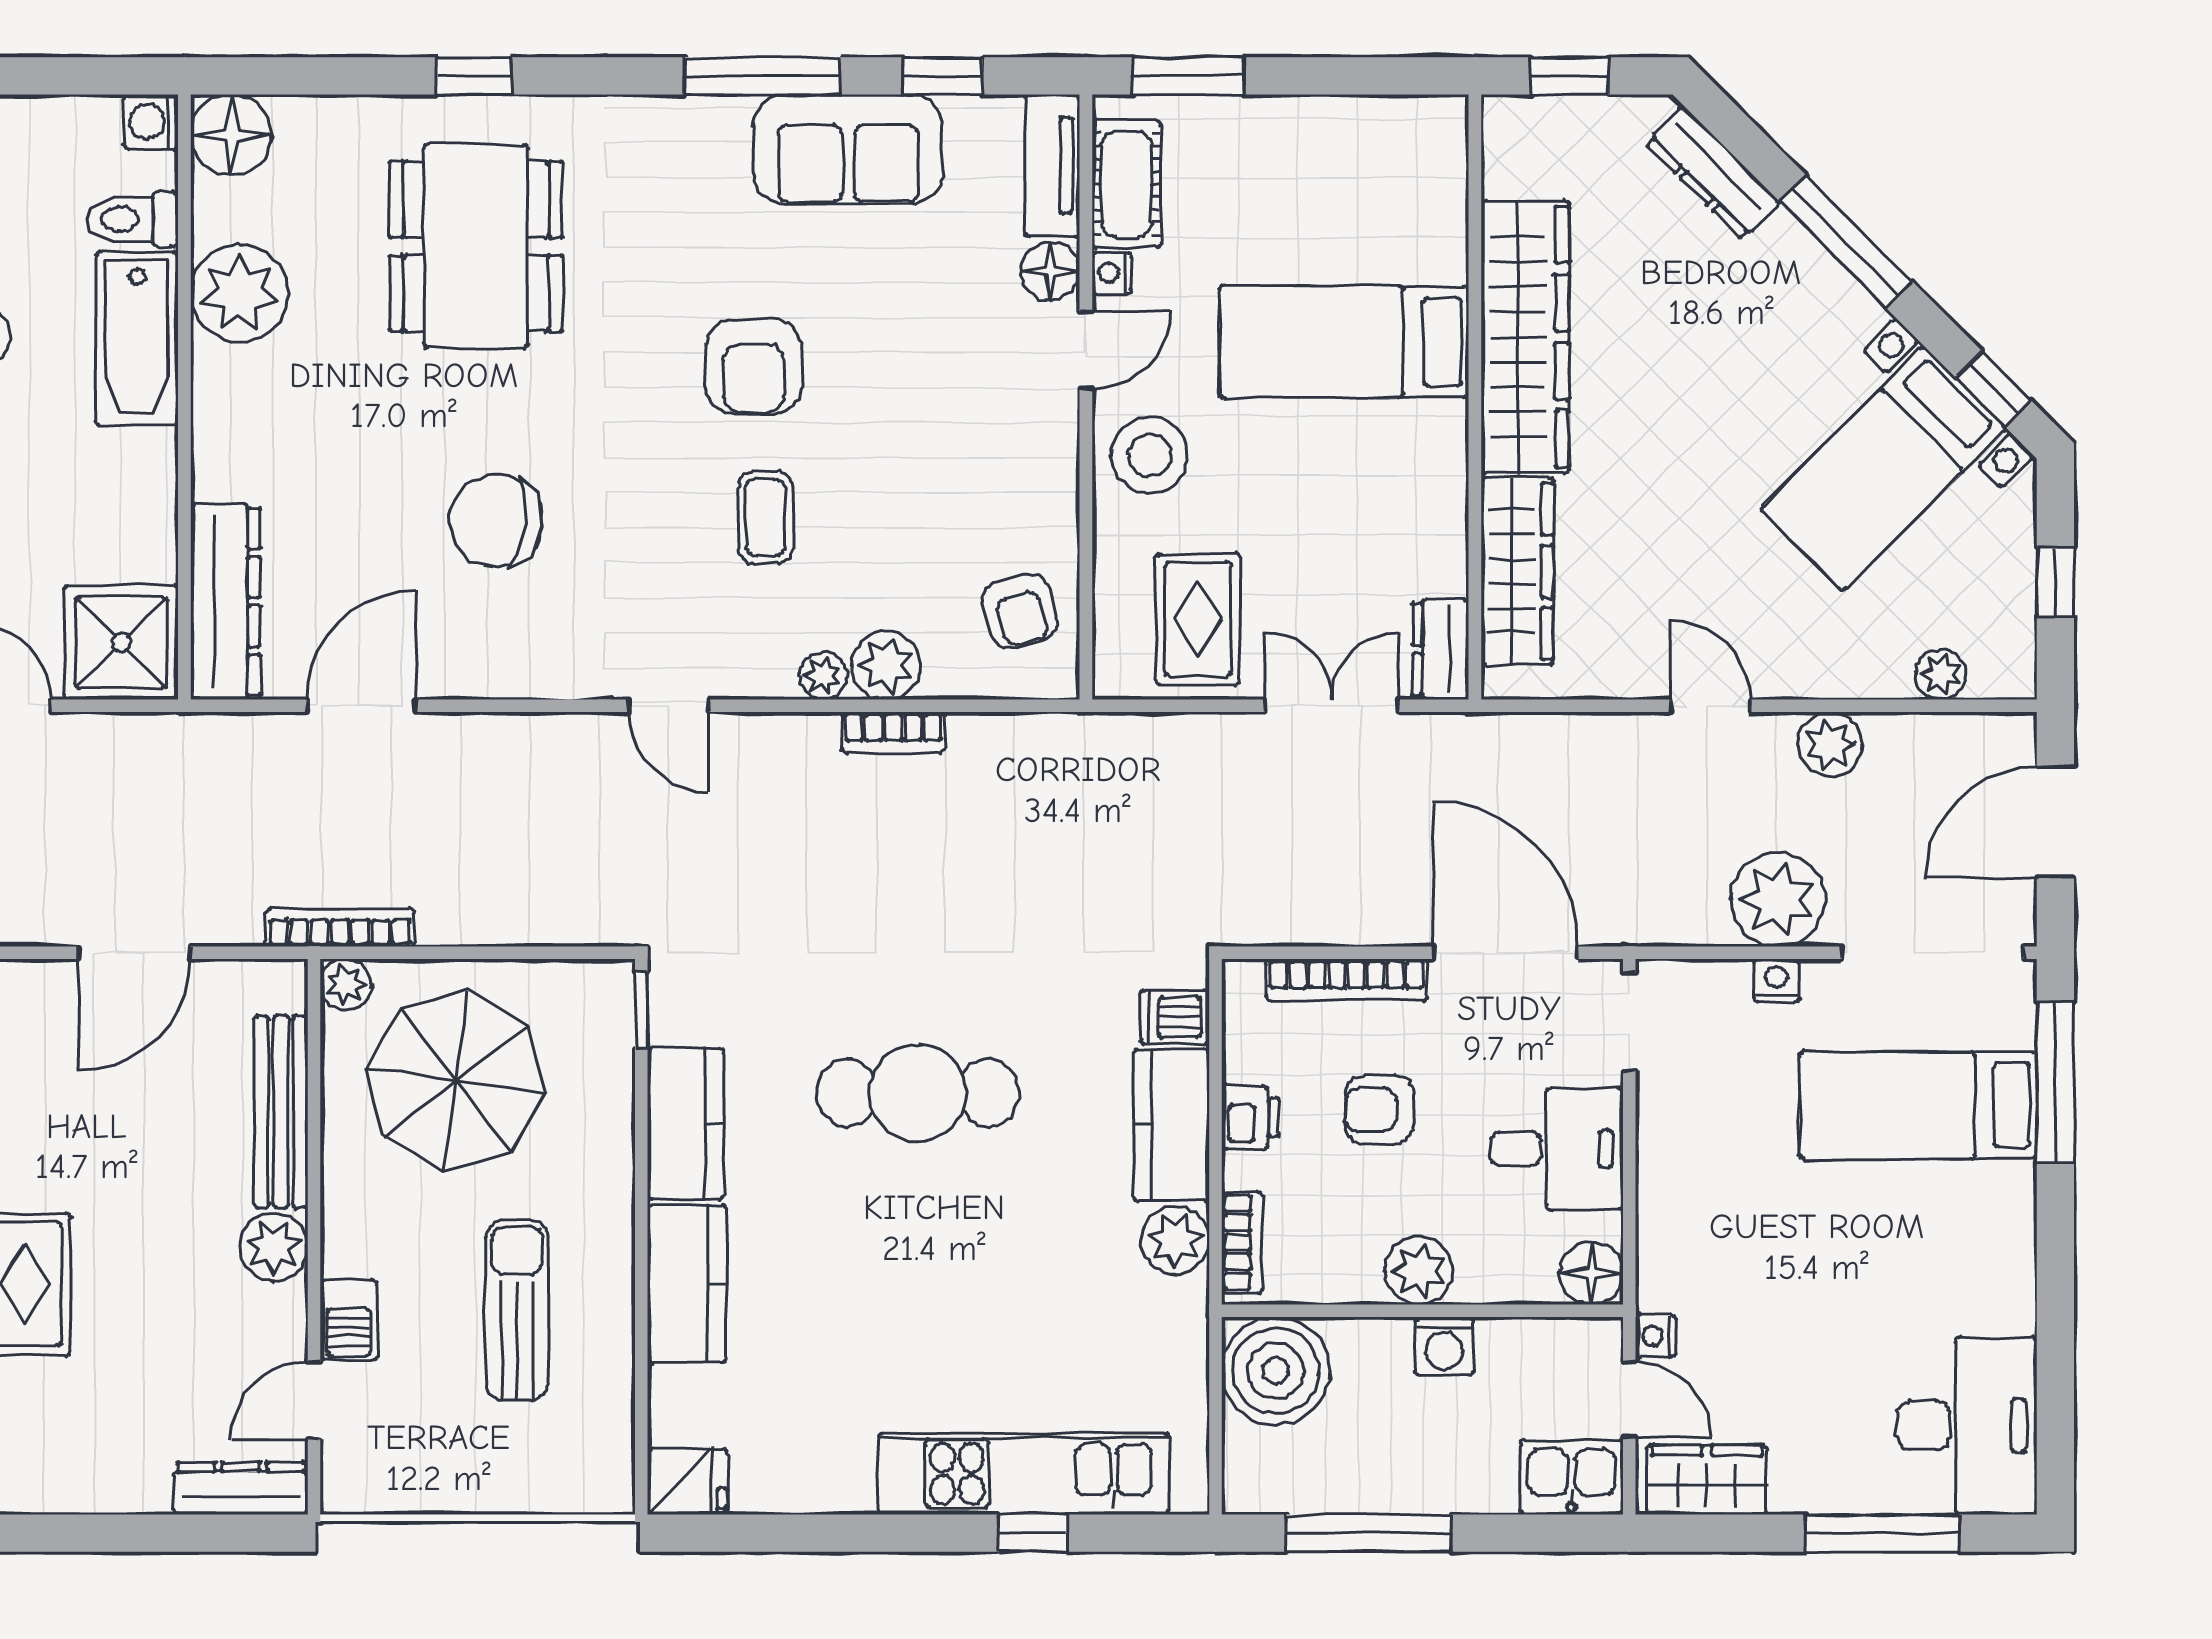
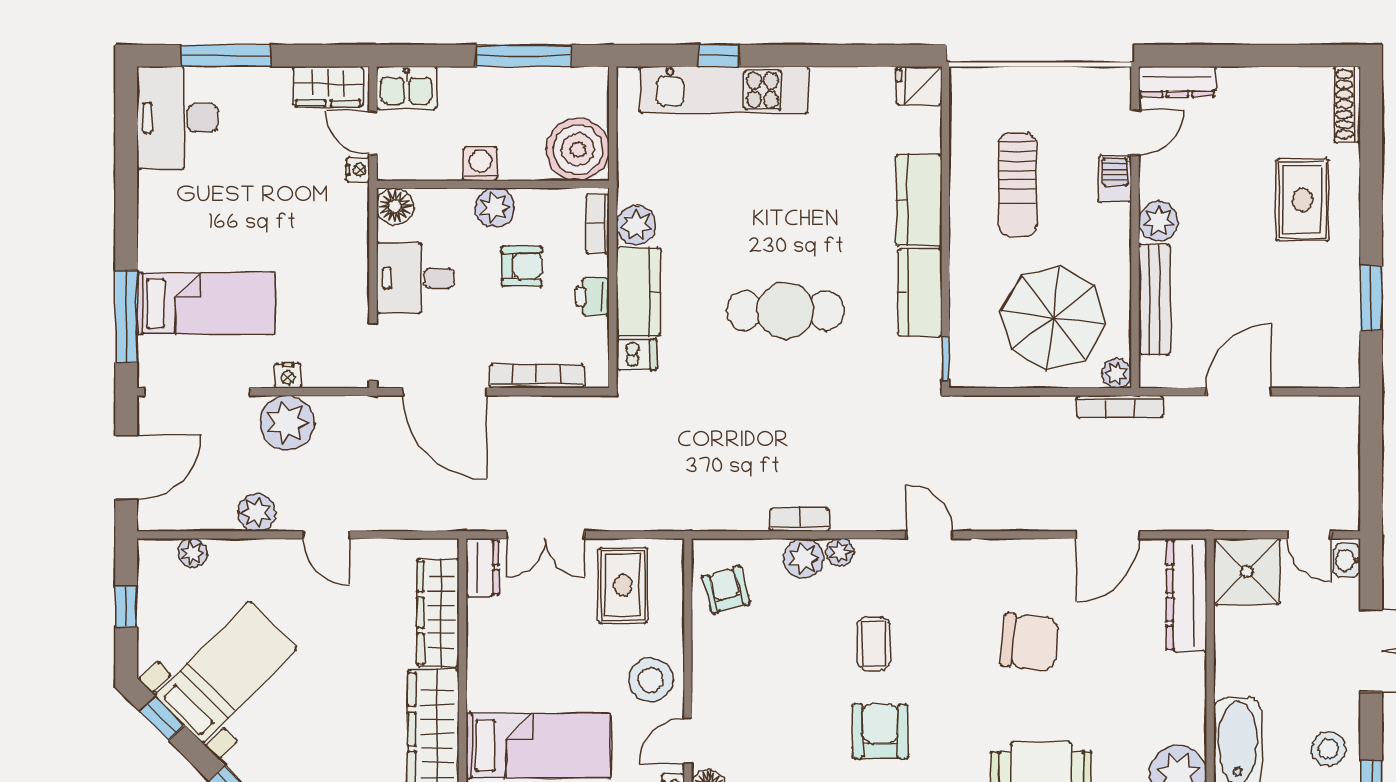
armchair: (1379, 1110) -> (522, 266), moved

